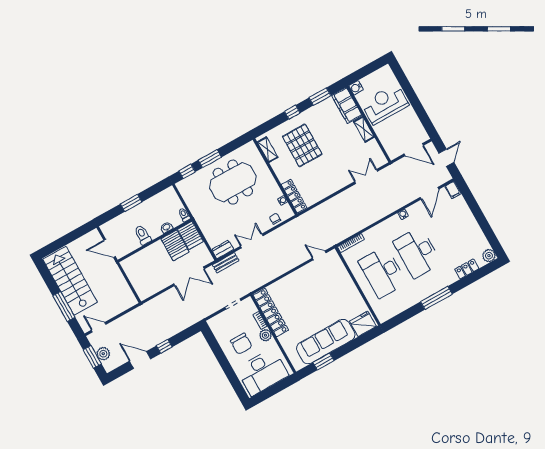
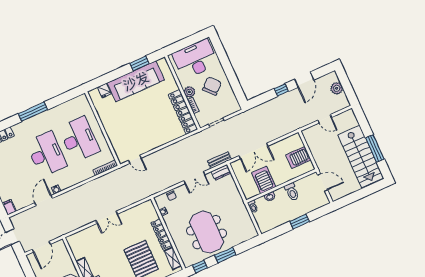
door: (414, 150) -> (41, 247), swing flipped
window: (187, 171) -> (200, 266), moved
double door: (366, 176) -> (107, 217), moved
meeting table: (233, 182) -> (207, 232), turned 90
door: (430, 193) -> (44, 200), moved
locker: (294, 196) -> (161, 234), moved
server rack: (190, 235) -> (298, 157), moved, turned -90
double door: (189, 276) -> (253, 151), swing flipped
window: (64, 306) -> (375, 148), moved
fridge: (363, 324) -> (104, 91), width x0.53, depth x0.75
door: (99, 327) -> (325, 119), moved
chair: (241, 344) -> (212, 86), turned 47
window: (92, 357) -> (347, 86), removed
door: (140, 360) -> (304, 80), hinge flipped

